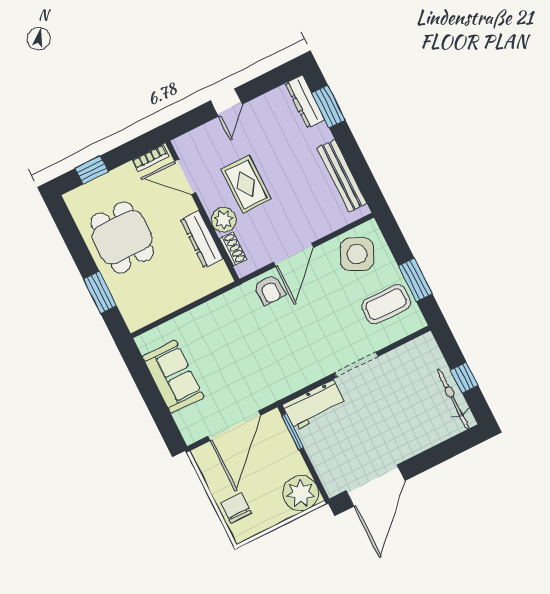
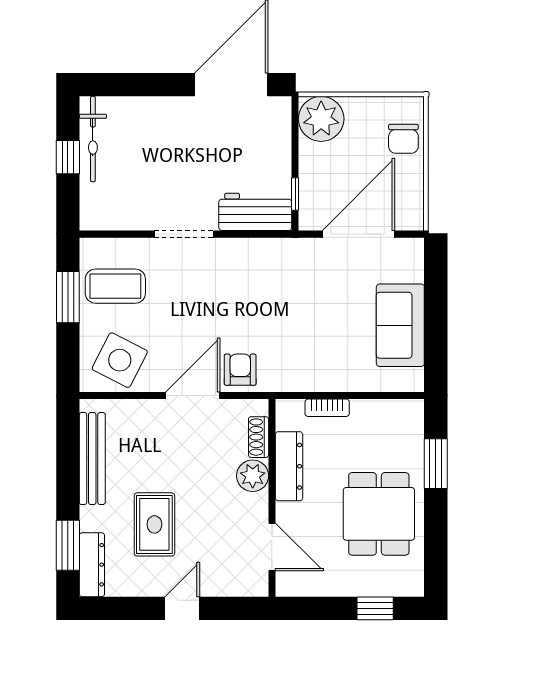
bookcase: (150, 158) -> (327, 408), moved, turned 180
rug: (246, 184) -> (154, 524), moved
window: (293, 432) -> (295, 194), width x0.67

